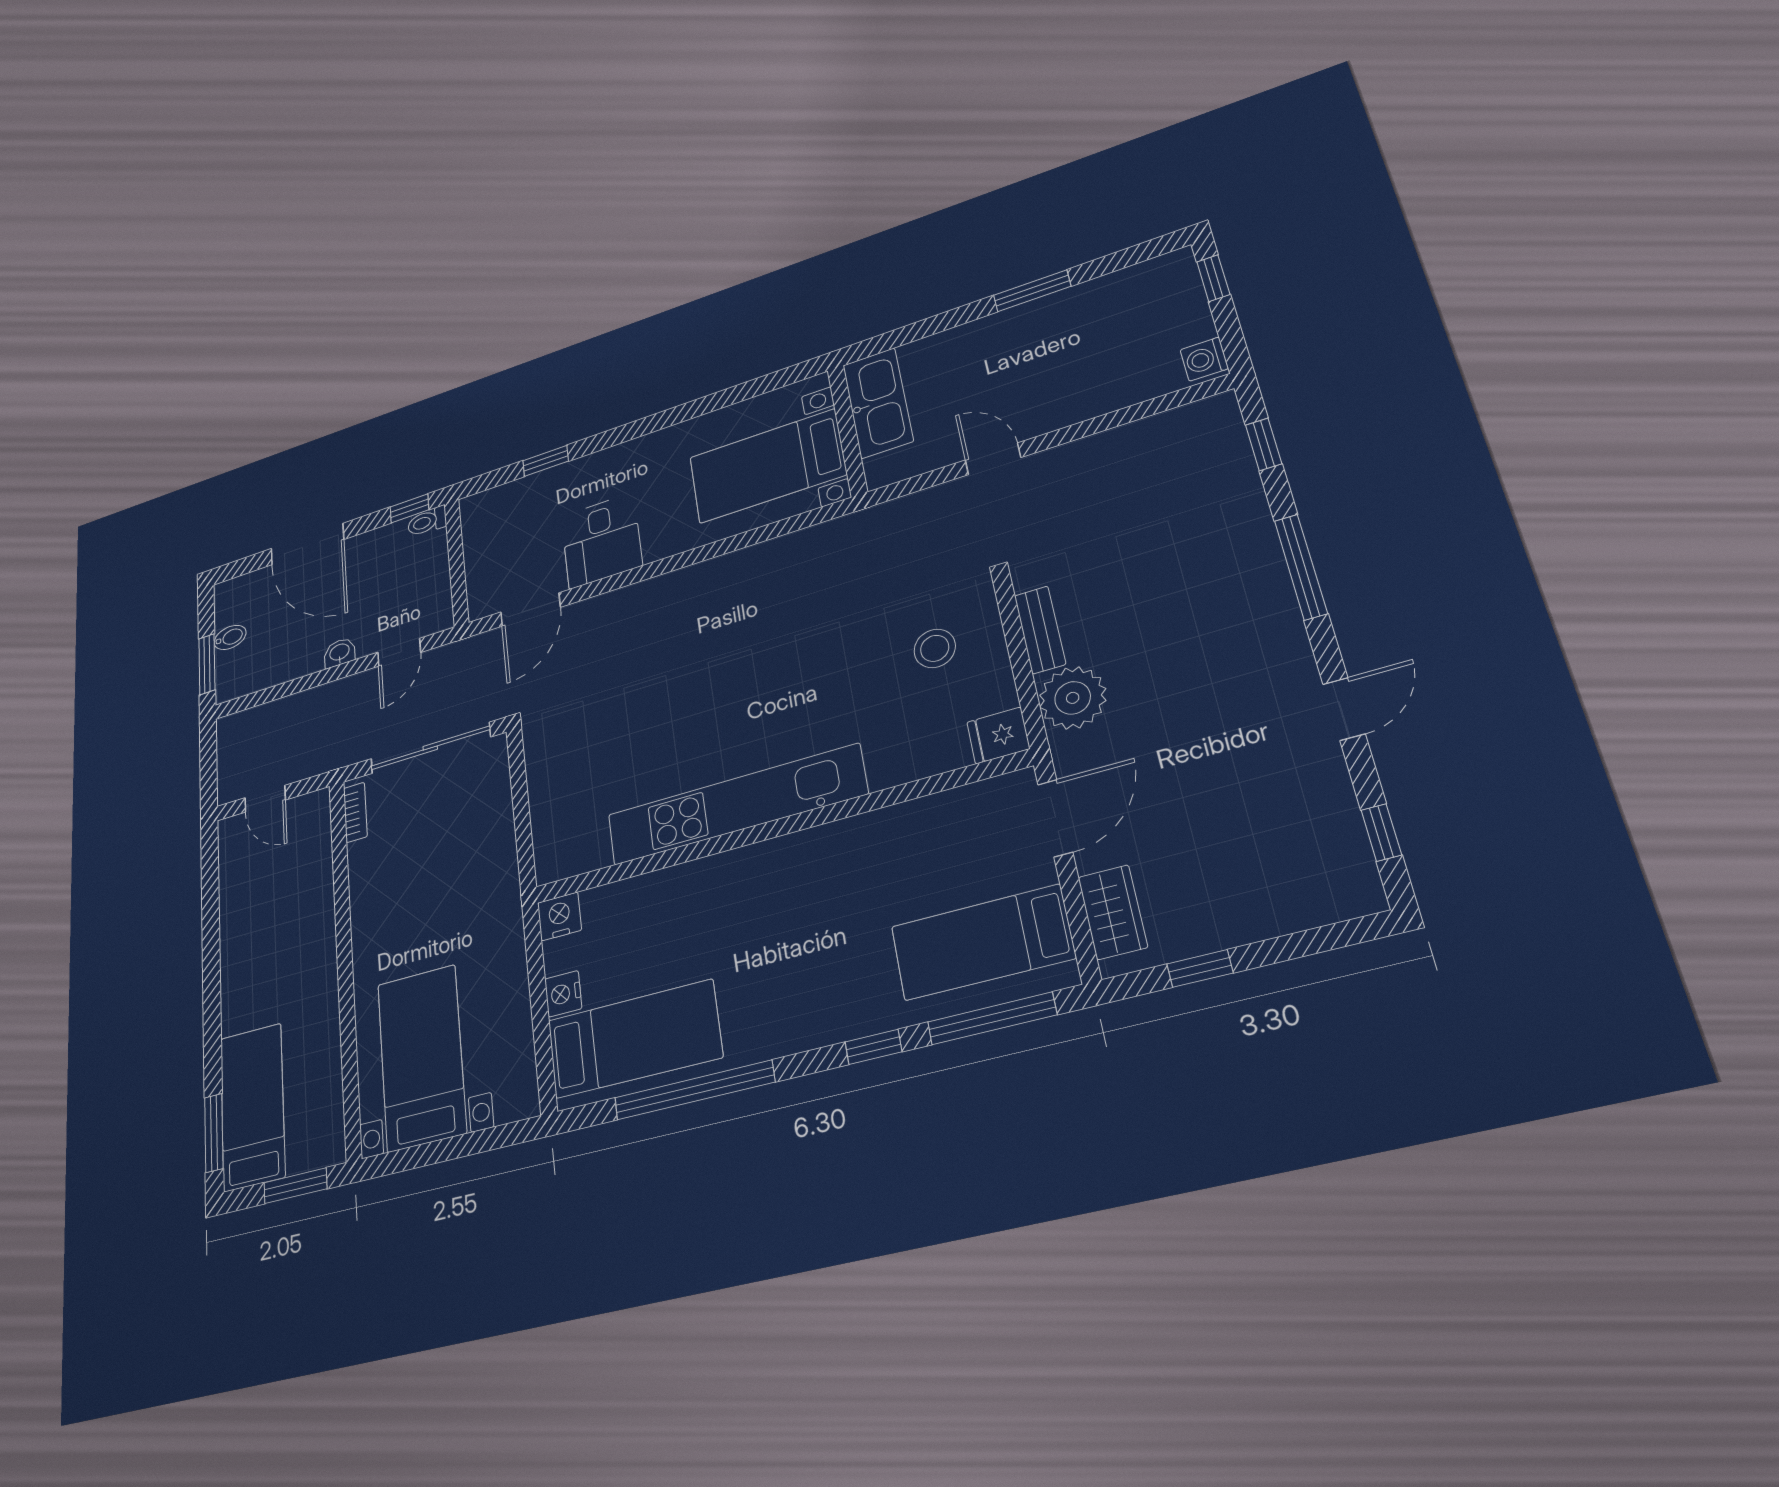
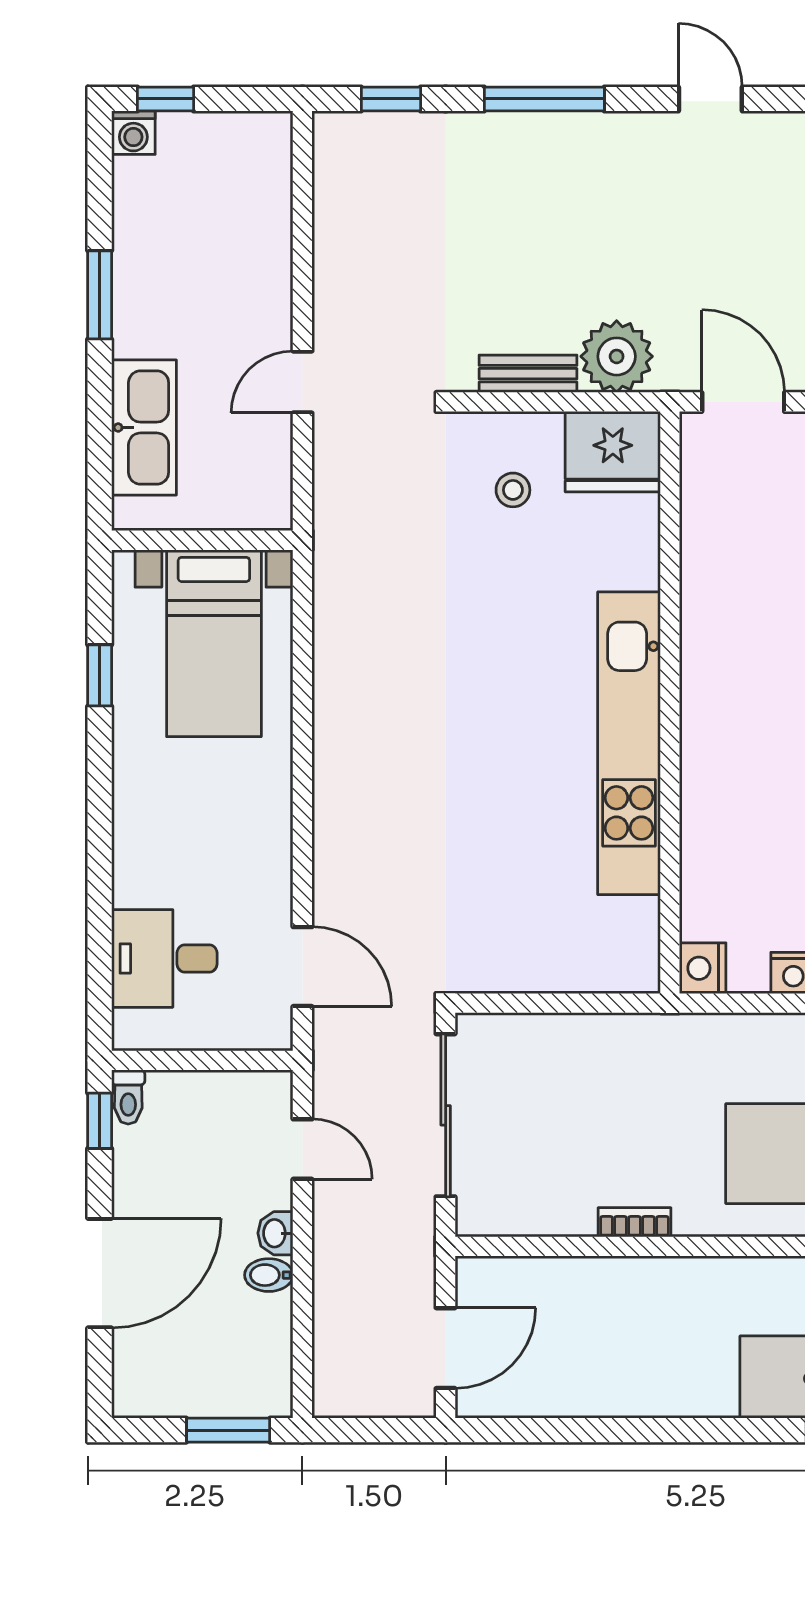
washing machine: (1204, 359) -> (133, 133), moved
kitchen sink: (878, 403) -> (144, 428), moved, turned 90
window: (546, 461) -> (100, 675), moved
desk: (602, 541) -> (164, 958), moved, turned 180
bidet: (230, 637) -> (269, 1275), moved, turned -90
stool: (935, 648) -> (513, 490), width x0.73, depth x0.73
fridge: (998, 735) -> (613, 452), width x1.88, depth x1.34
door: (265, 799) -> (446, 1348), width x1.38
bookcase: (355, 812) -> (634, 1222), moved

